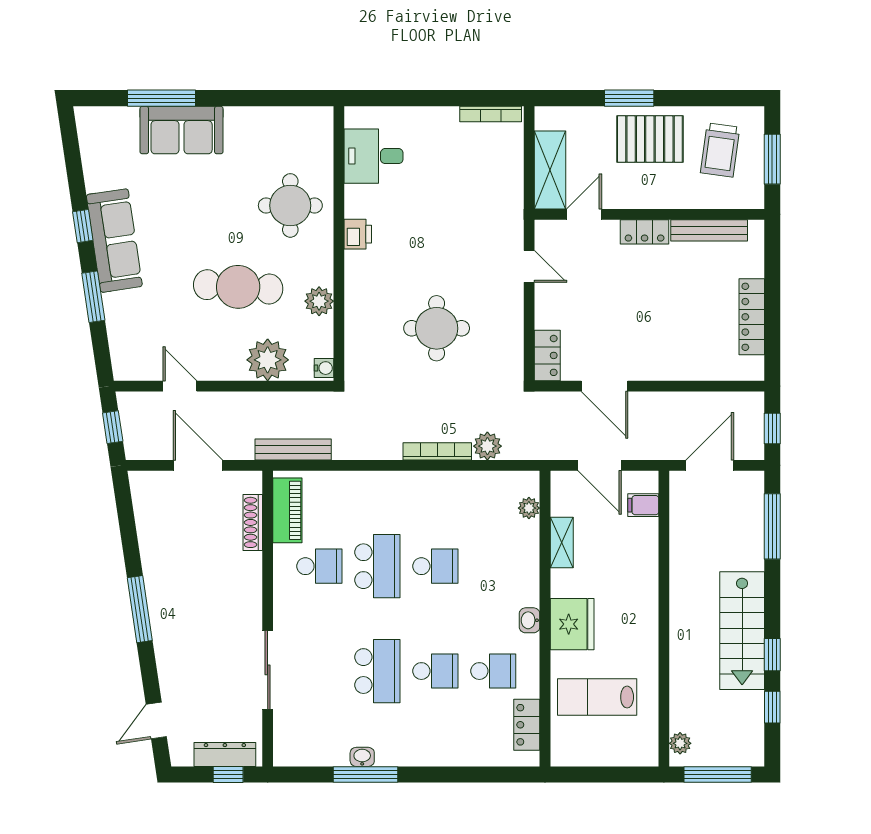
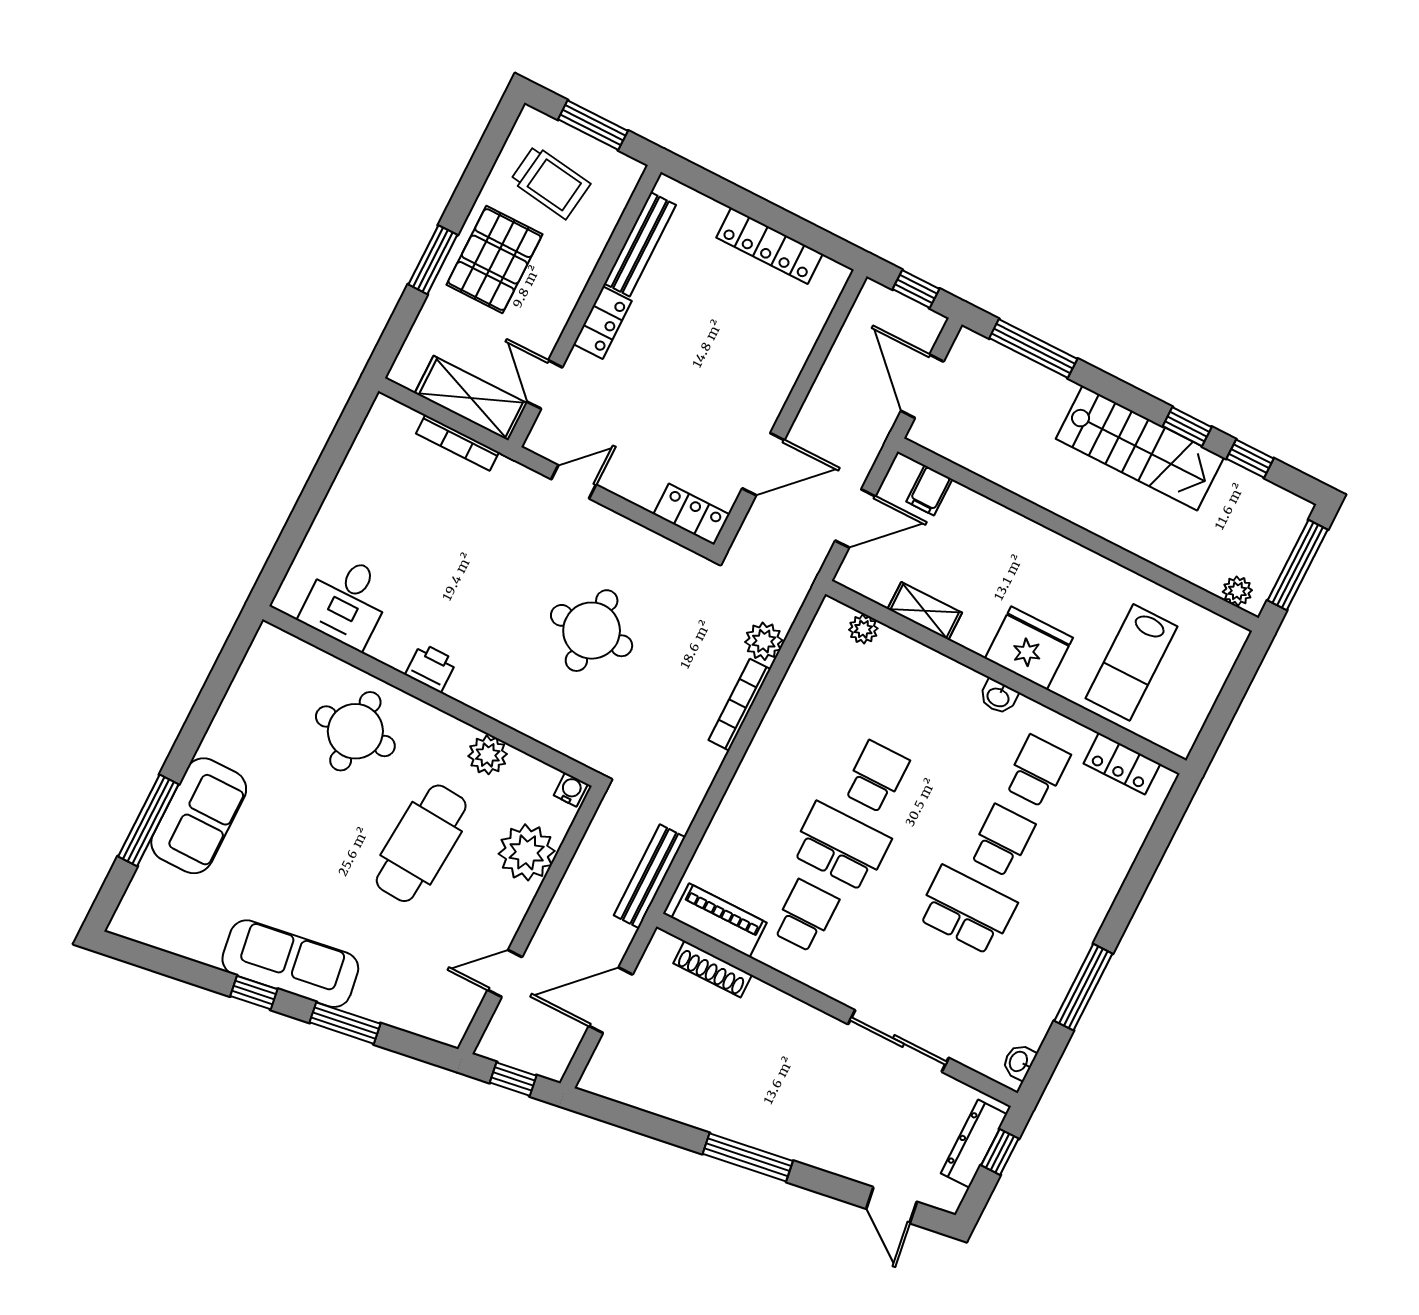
bookcase: (491, 114) -> (458, 443), moved, turned 90
washbasin: (362, 757) -> (1019, 1062), moved

